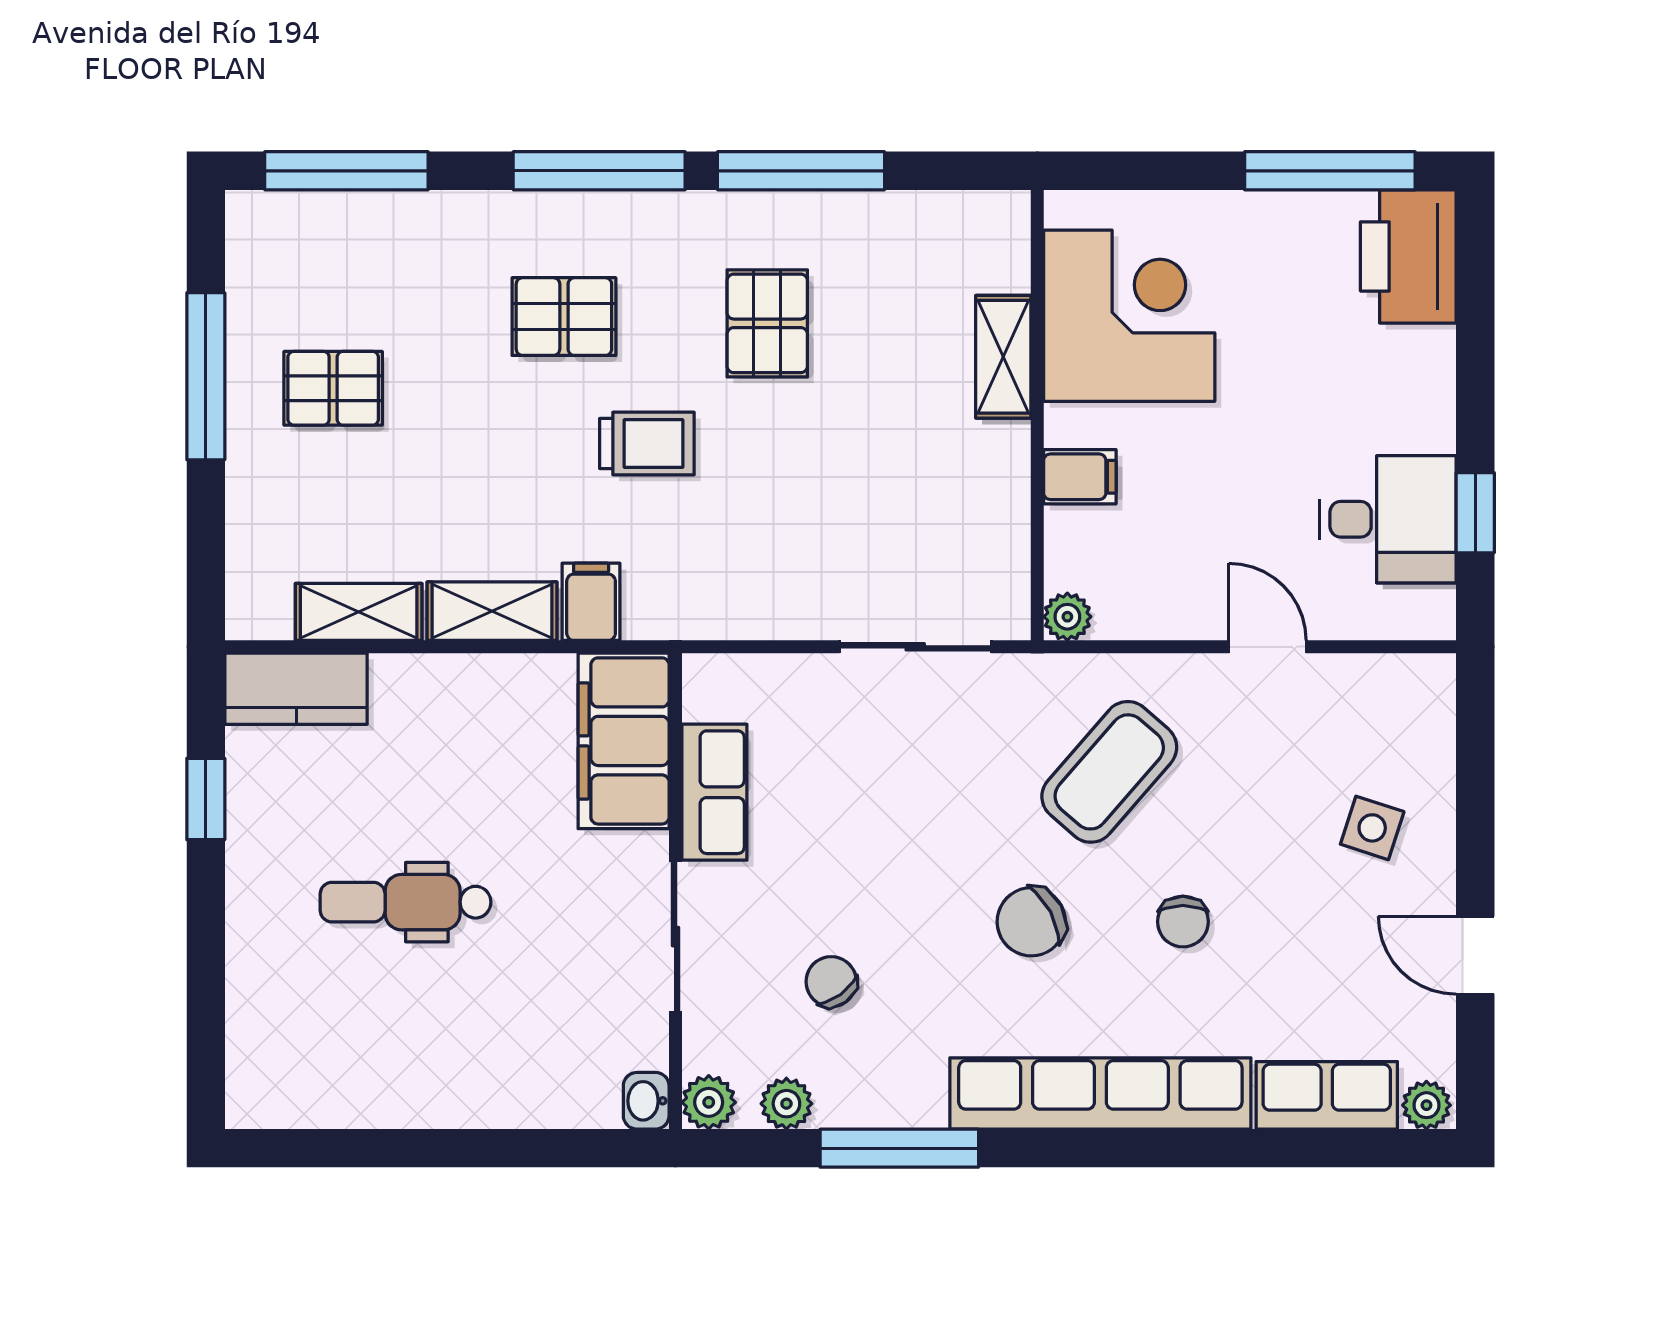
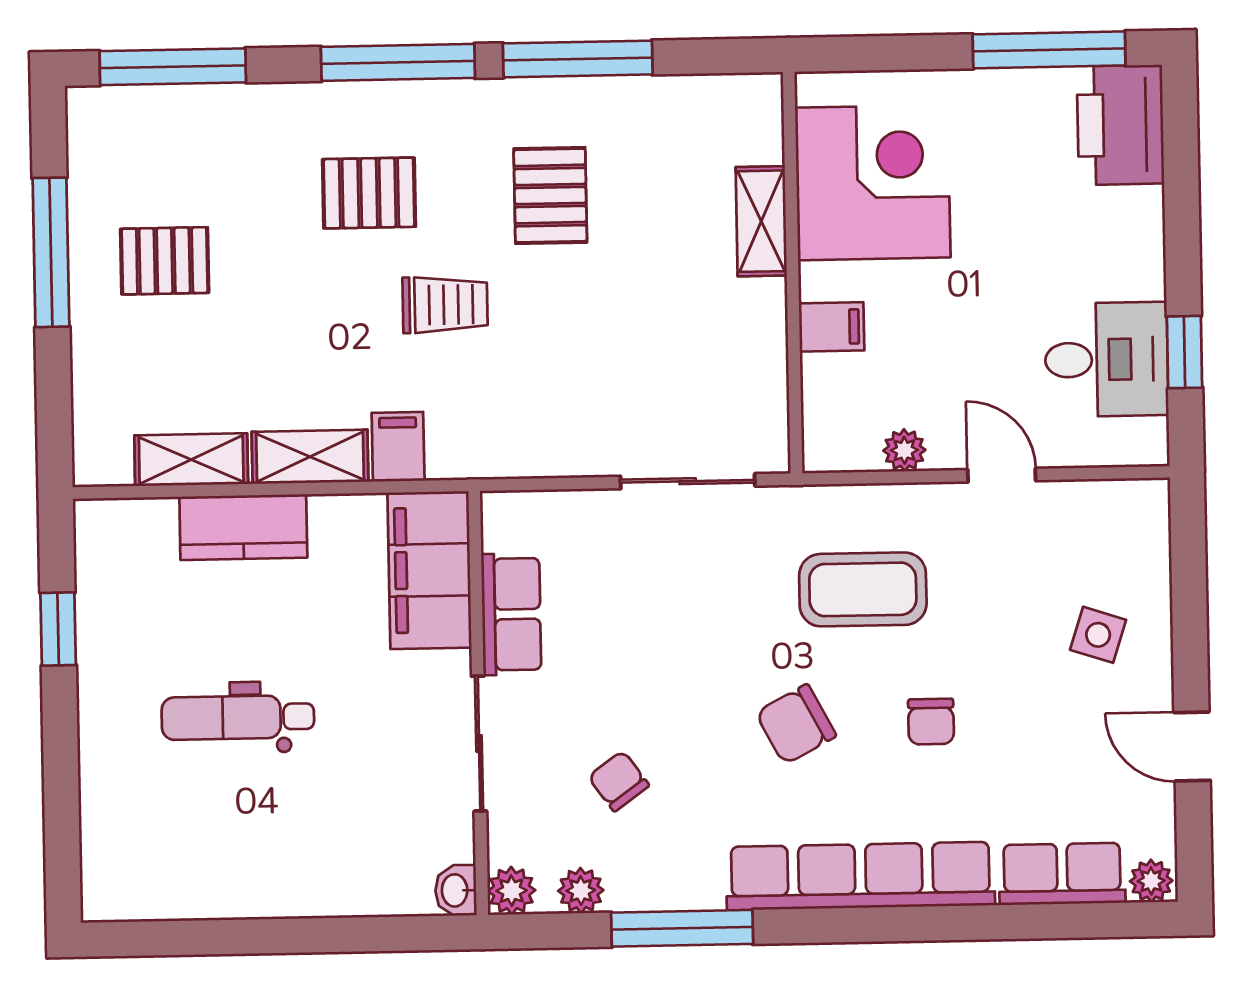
plant: (1067, 617) -> (904, 450), moved
kitchen counter: (296, 689) -> (243, 527), moved
coffee table: (1109, 772) -> (863, 589), turned 49

